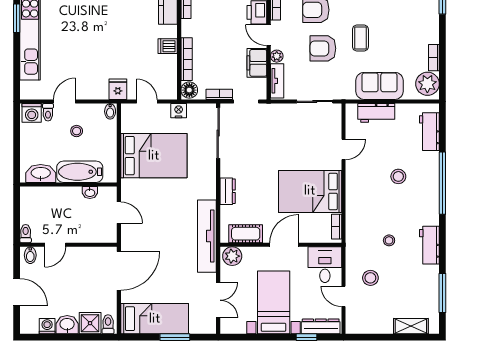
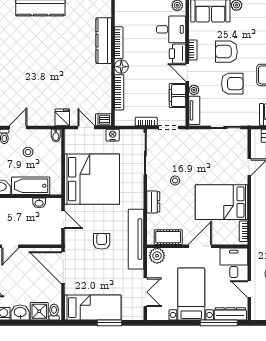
dishwasher: (168, 46) -> (103, 120), moved
armchair: (323, 48) -> (232, 84), turned 180
floor lamp: (189, 90) -> (121, 67), moved
bed: (154, 156) -> (92, 179), width x1.36
stool: (254, 165) -> (175, 181), added
armchair: (165, 239) -> (102, 241), added
door: (119, 271) -> (63, 268), swing flipped
window: (307, 337) -> (219, 323), width x2.17

